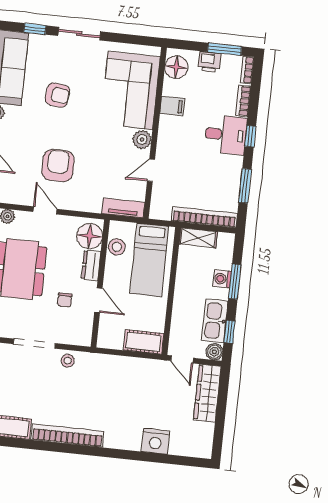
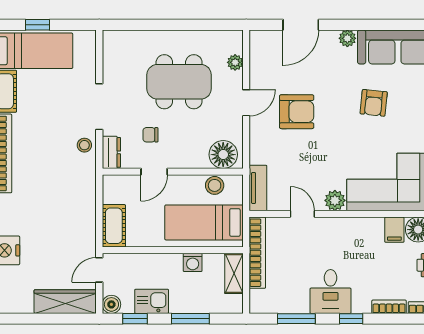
filing cabinet: (172, 106) -> (394, 230), moved
desk: (226, 135) -> (331, 291), moved
bookcase: (204, 217) -> (257, 253), moved
dresser: (91, 265) -> (111, 152), moved, turned 90
washing machine: (222, 279) -> (193, 262), moved, turned 180
kitchen sink: (215, 321) -> (152, 301), width x0.73

